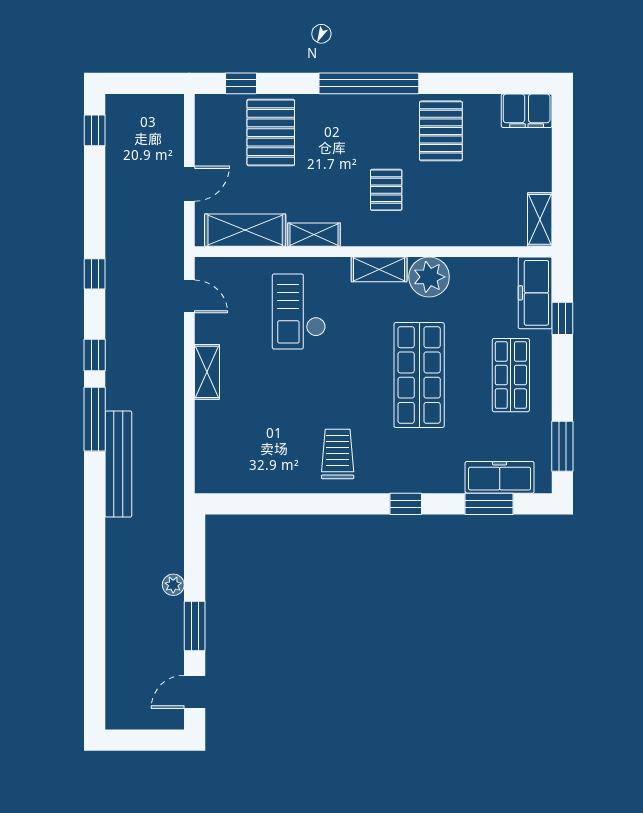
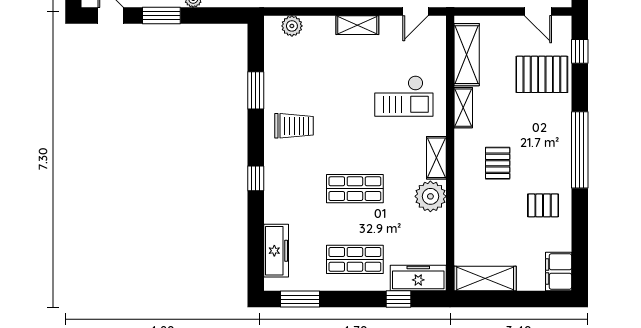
pallet: (441, 131) -> (543, 205), width x0.67, depth x0.71
door: (189, 184) -> (538, 12), moved
pallet: (386, 190) -> (498, 163), turned 90
shelving: (540, 219) -> (485, 279), width x1.50, depth x1.33
checkout: (299, 312) -> (404, 96), turned 180
shop shelf: (419, 375) -> (355, 189), width x0.70, depth x0.74
plant: (208, 457) -> (292, 26), added
window: (489, 504) -> (256, 90), moved

